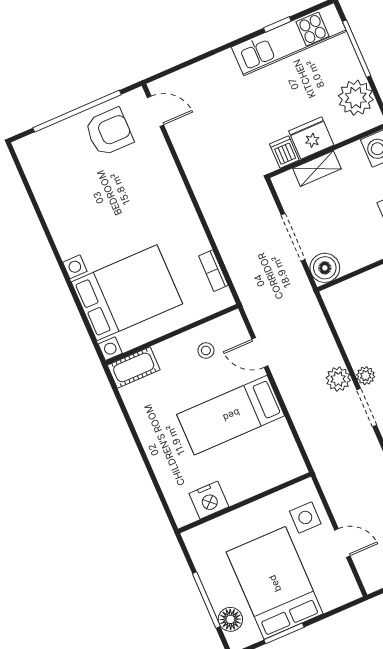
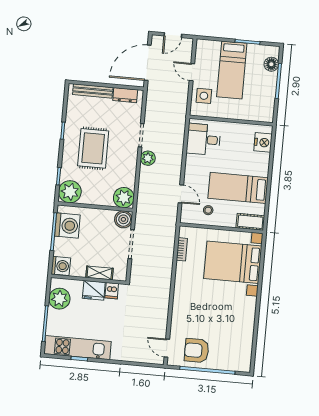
plant: (366, 376) -> (124, 198), moved, width x1.87, depth x1.87
bed: (231, 415) -> (238, 188), moved, turned 180
desk: (270, 452) -> (204, 139), added
nightstand: (209, 500) -> (263, 142), moved, turned 90
bed: (275, 583) -> (232, 70), width x0.67

